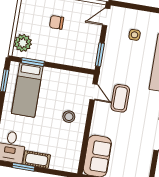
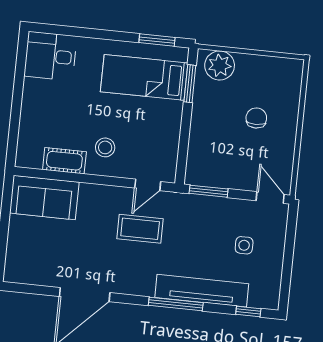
cot: (37, 159) -> (64, 161), moved, turned 90
window: (23, 167) -> (19, 79), removed

